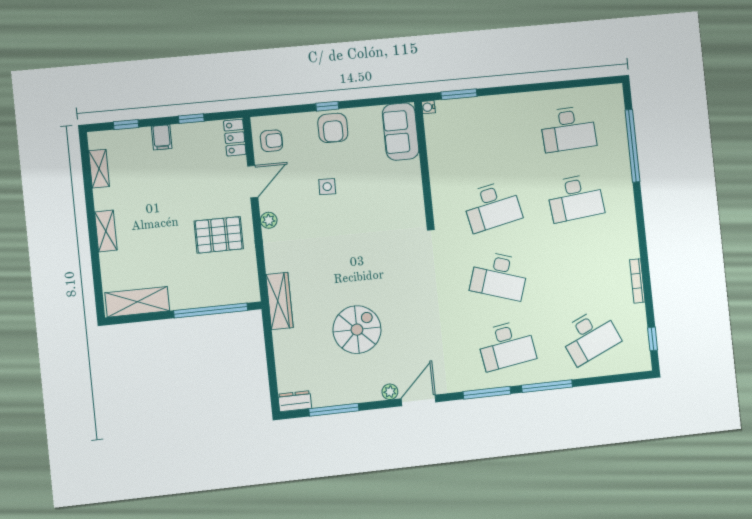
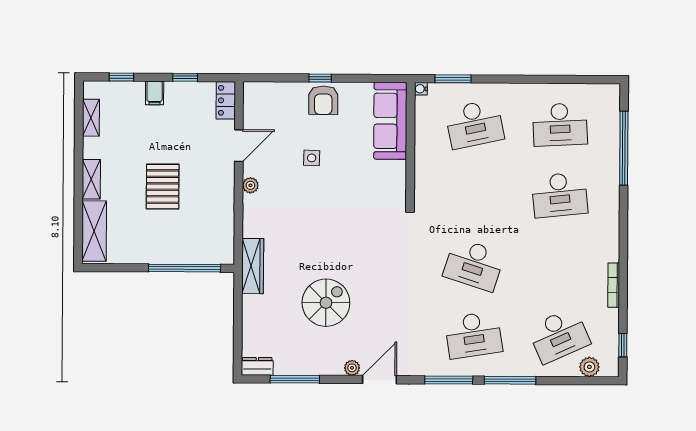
sofa: (401, 132) -> (390, 121), width x1.36
armchair: (271, 141) -> (261, 107), removed
desk: (492, 206) -> (475, 124), moved
pallet: (219, 235) -> (163, 187), moved, turned 90
shelving: (137, 302) -> (94, 231), moved, turned 90
plant: (623, 364) -> (589, 367), added

